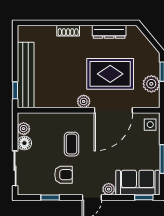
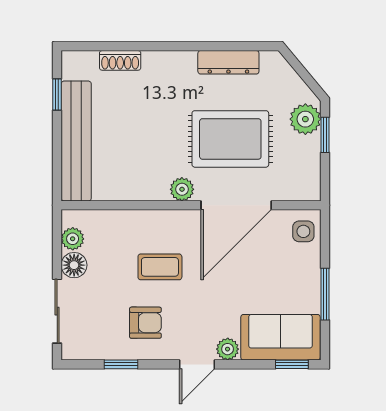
shoe rack: (68, 31) -> (120, 60), moved
plant: (151, 84) -> (305, 119), moved
window: (15, 90) -> (57, 95), moved
coffee table: (72, 144) -> (160, 267), turned 90

